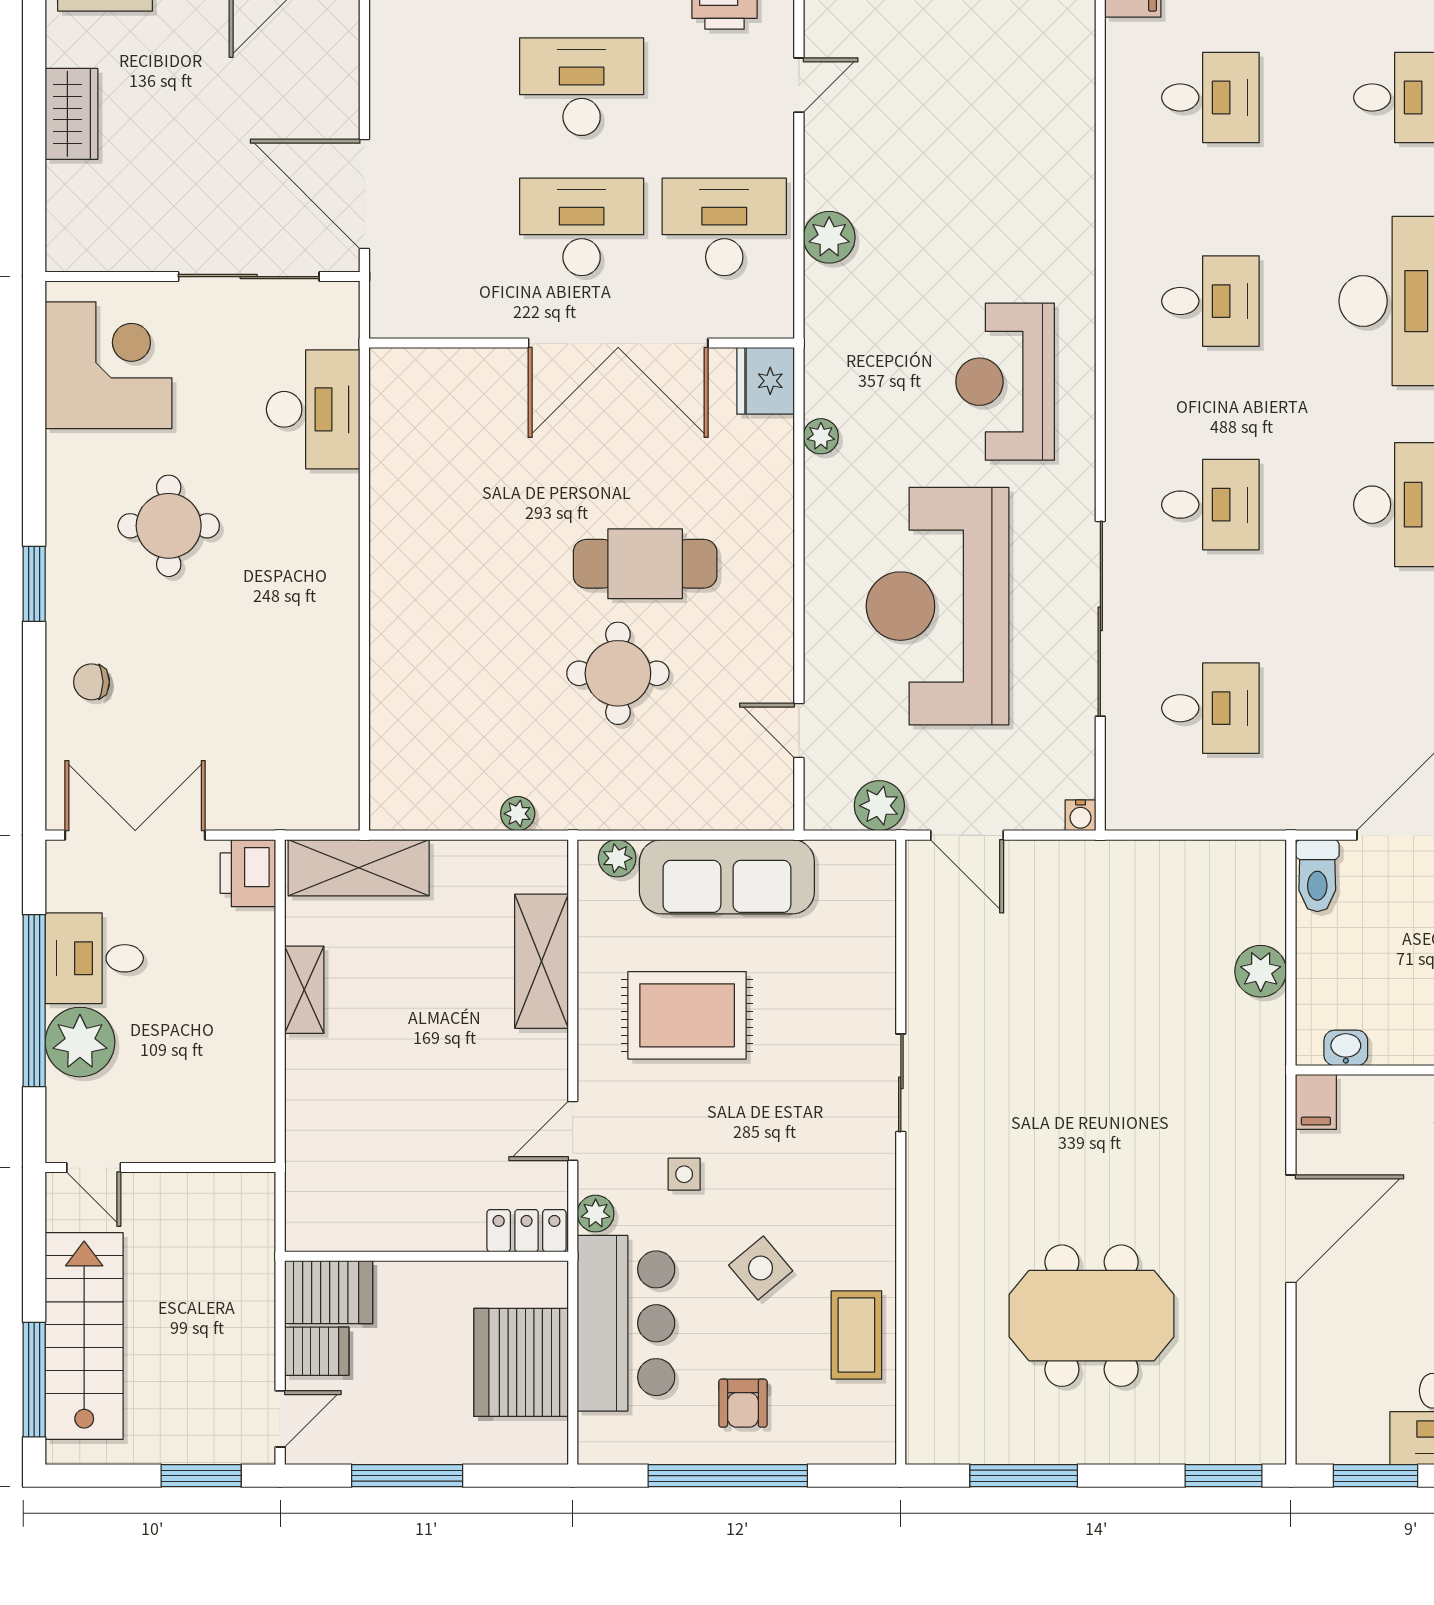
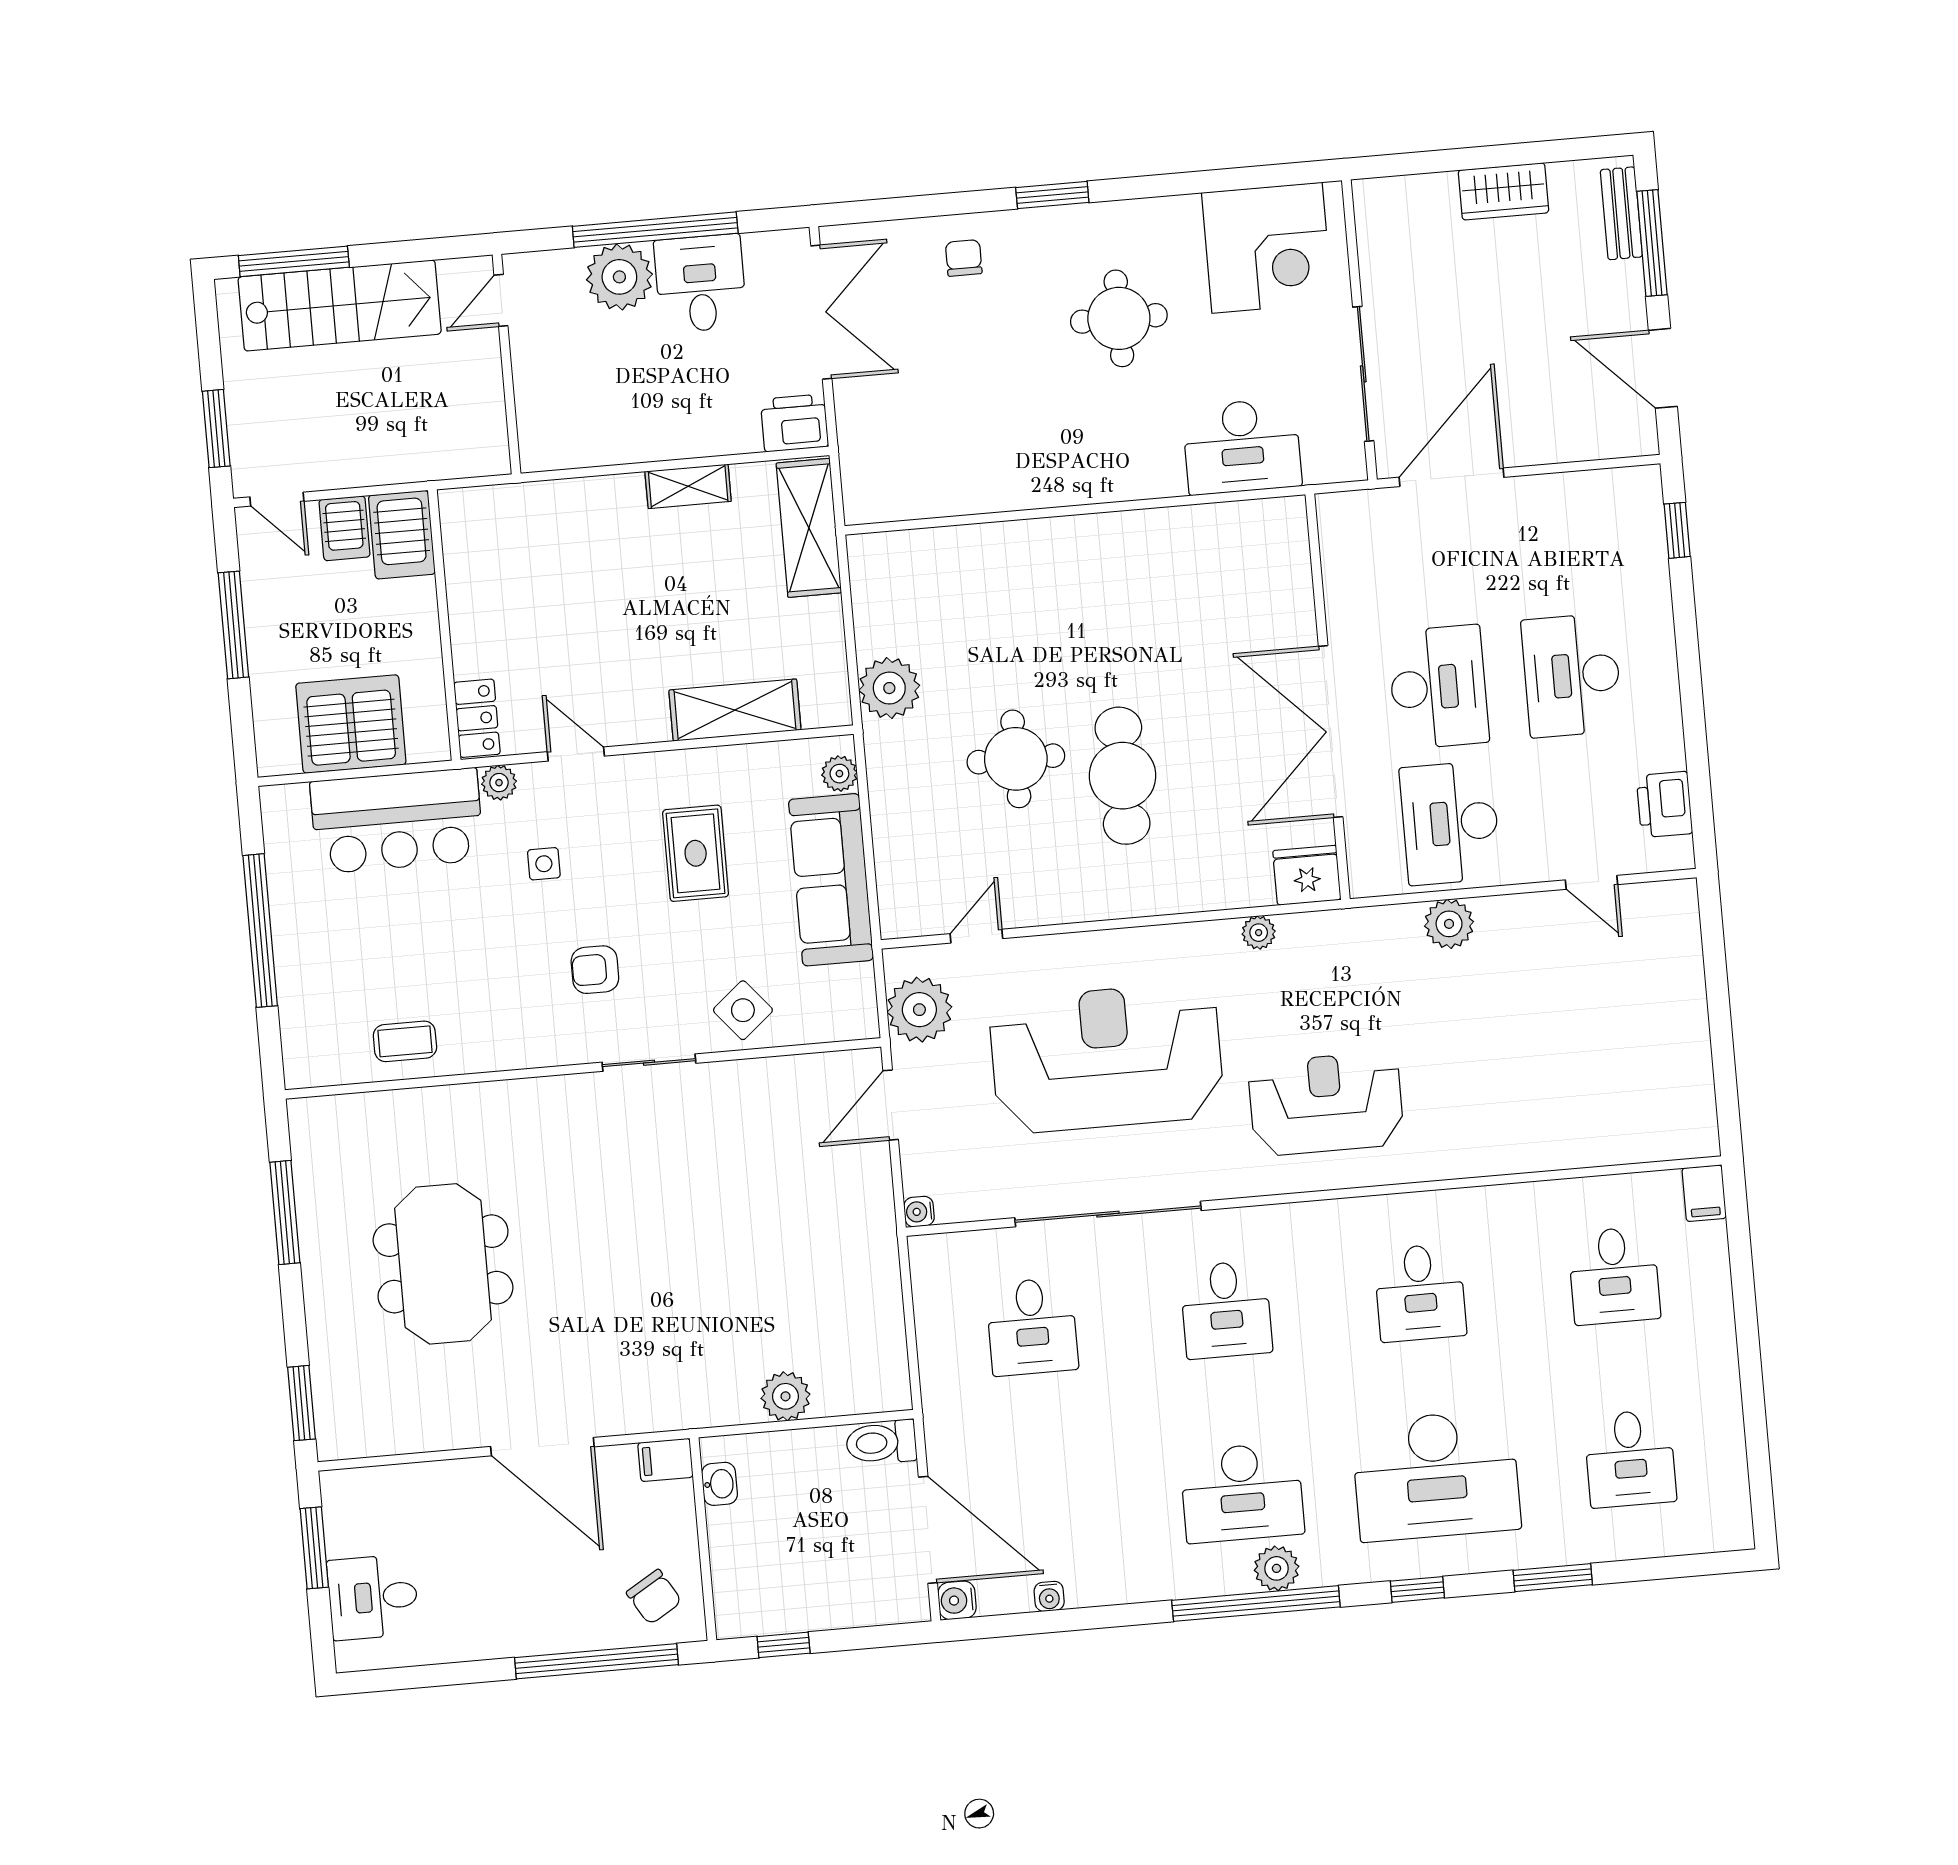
desk: (582, 87) -> (1572, 675), turned 180
desk: (724, 227) -> (1450, 823), turned 180
plant: (879, 806) -> (919, 1010), width x1.36, depth x1.36
plant: (518, 814) -> (889, 688), width x1.87, depth x1.87
rug: (687, 1015) -> (696, 853), width x0.73, depth x0.70
side table: (761, 1268) -> (743, 1010), moved
coffee table: (856, 1335) -> (405, 1041), width x0.73, depth x0.77
armchair: (743, 1403) -> (595, 970), moved

